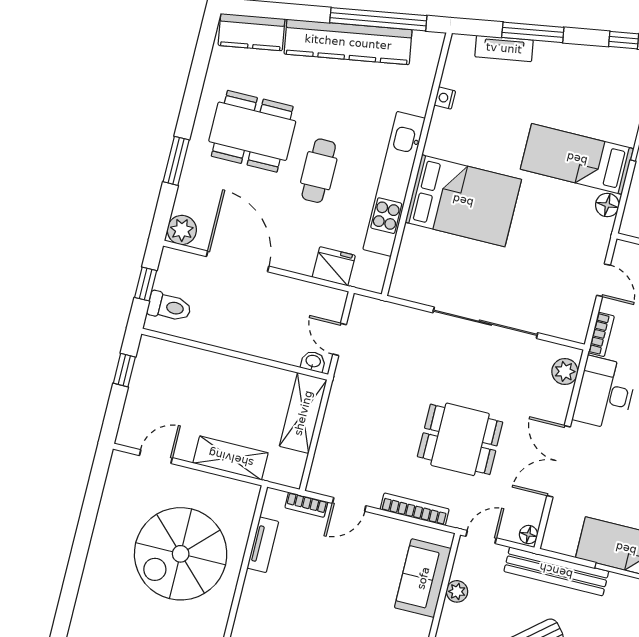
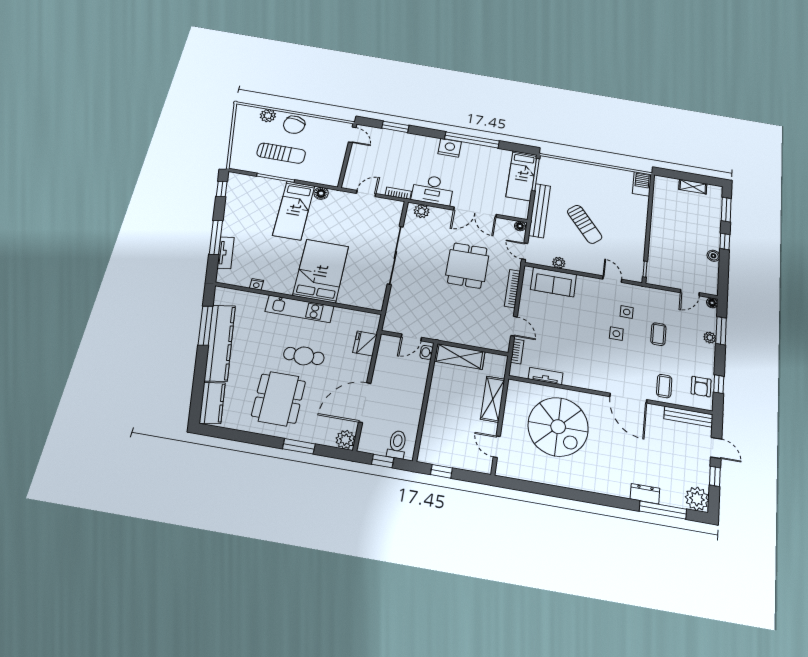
window: (378, 19) -> (205, 326), width x0.68
kitchen unit: (394, 184) -> (299, 309), width x0.73

